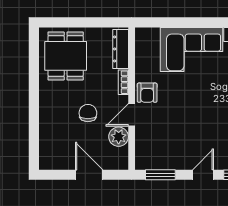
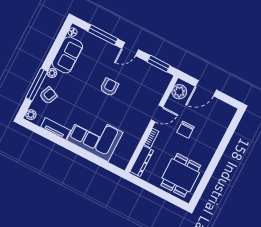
armchair: (147, 93) -> (109, 87), moved
plant: (119, 137) -> (179, 92), moved
door: (89, 175) -> (206, 88), hinge flipped

